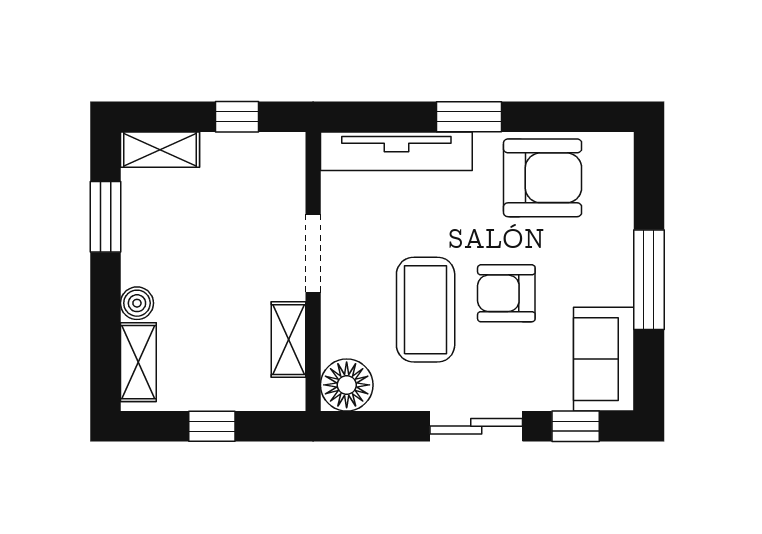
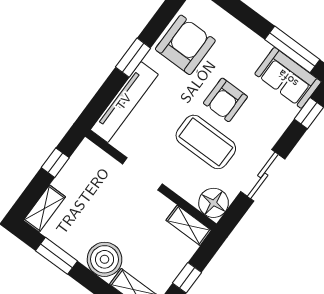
window: (649, 280) -> (292, 49), moved
boiler: (137, 303) -> (105, 259), width x1.86, depth x1.86
shelving: (288, 340) -> (189, 225), moved
sliding door: (476, 426) -> (263, 175), moved

